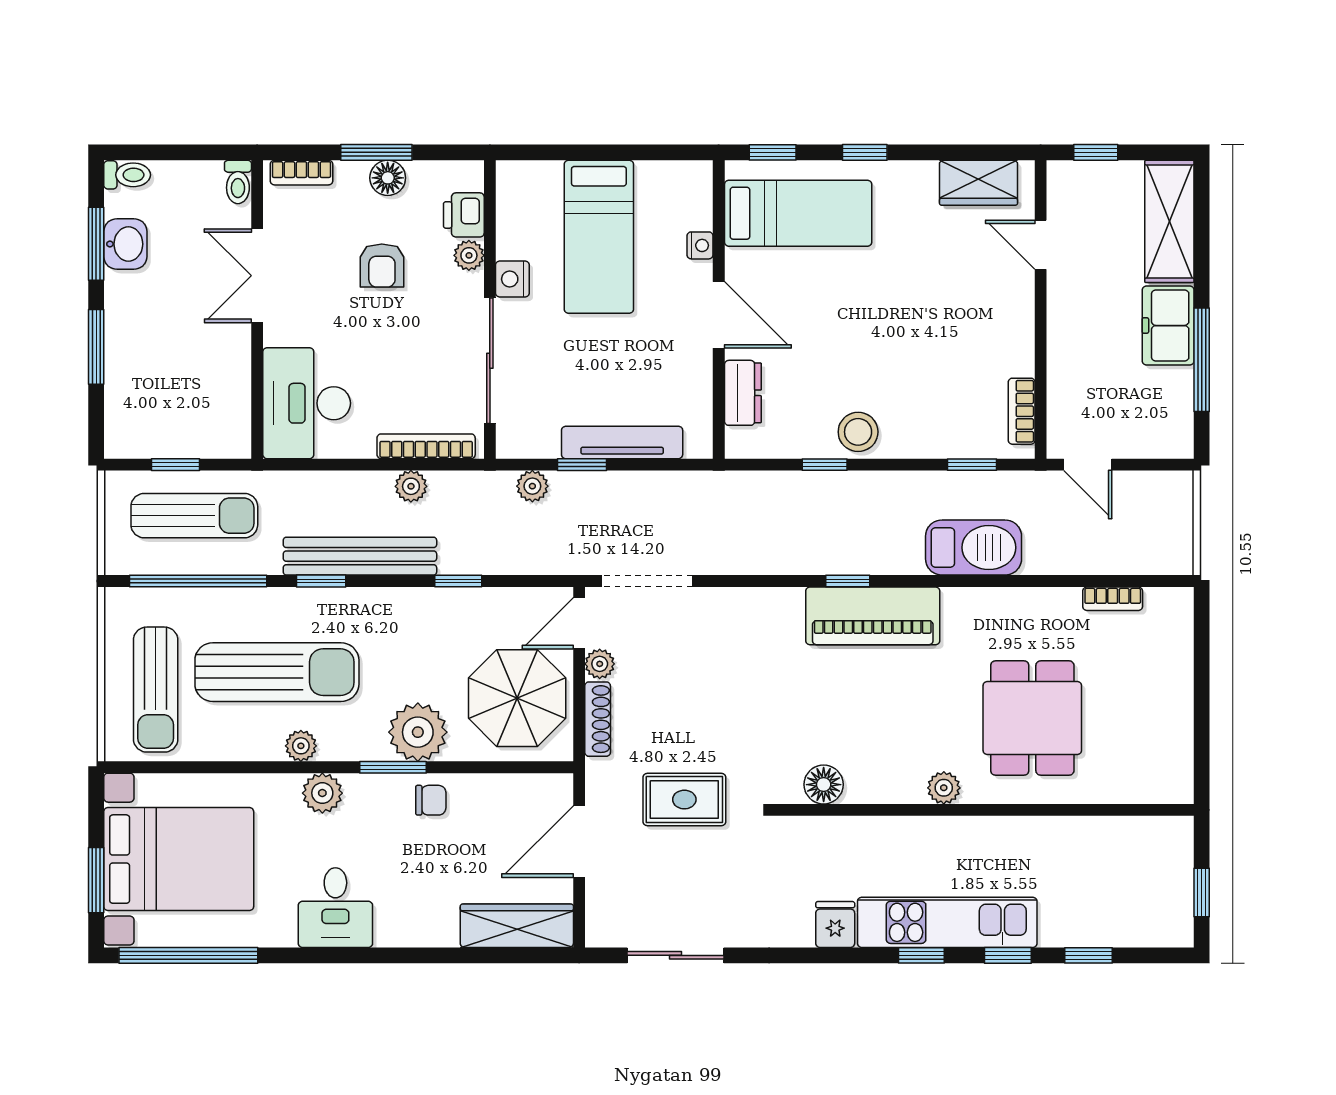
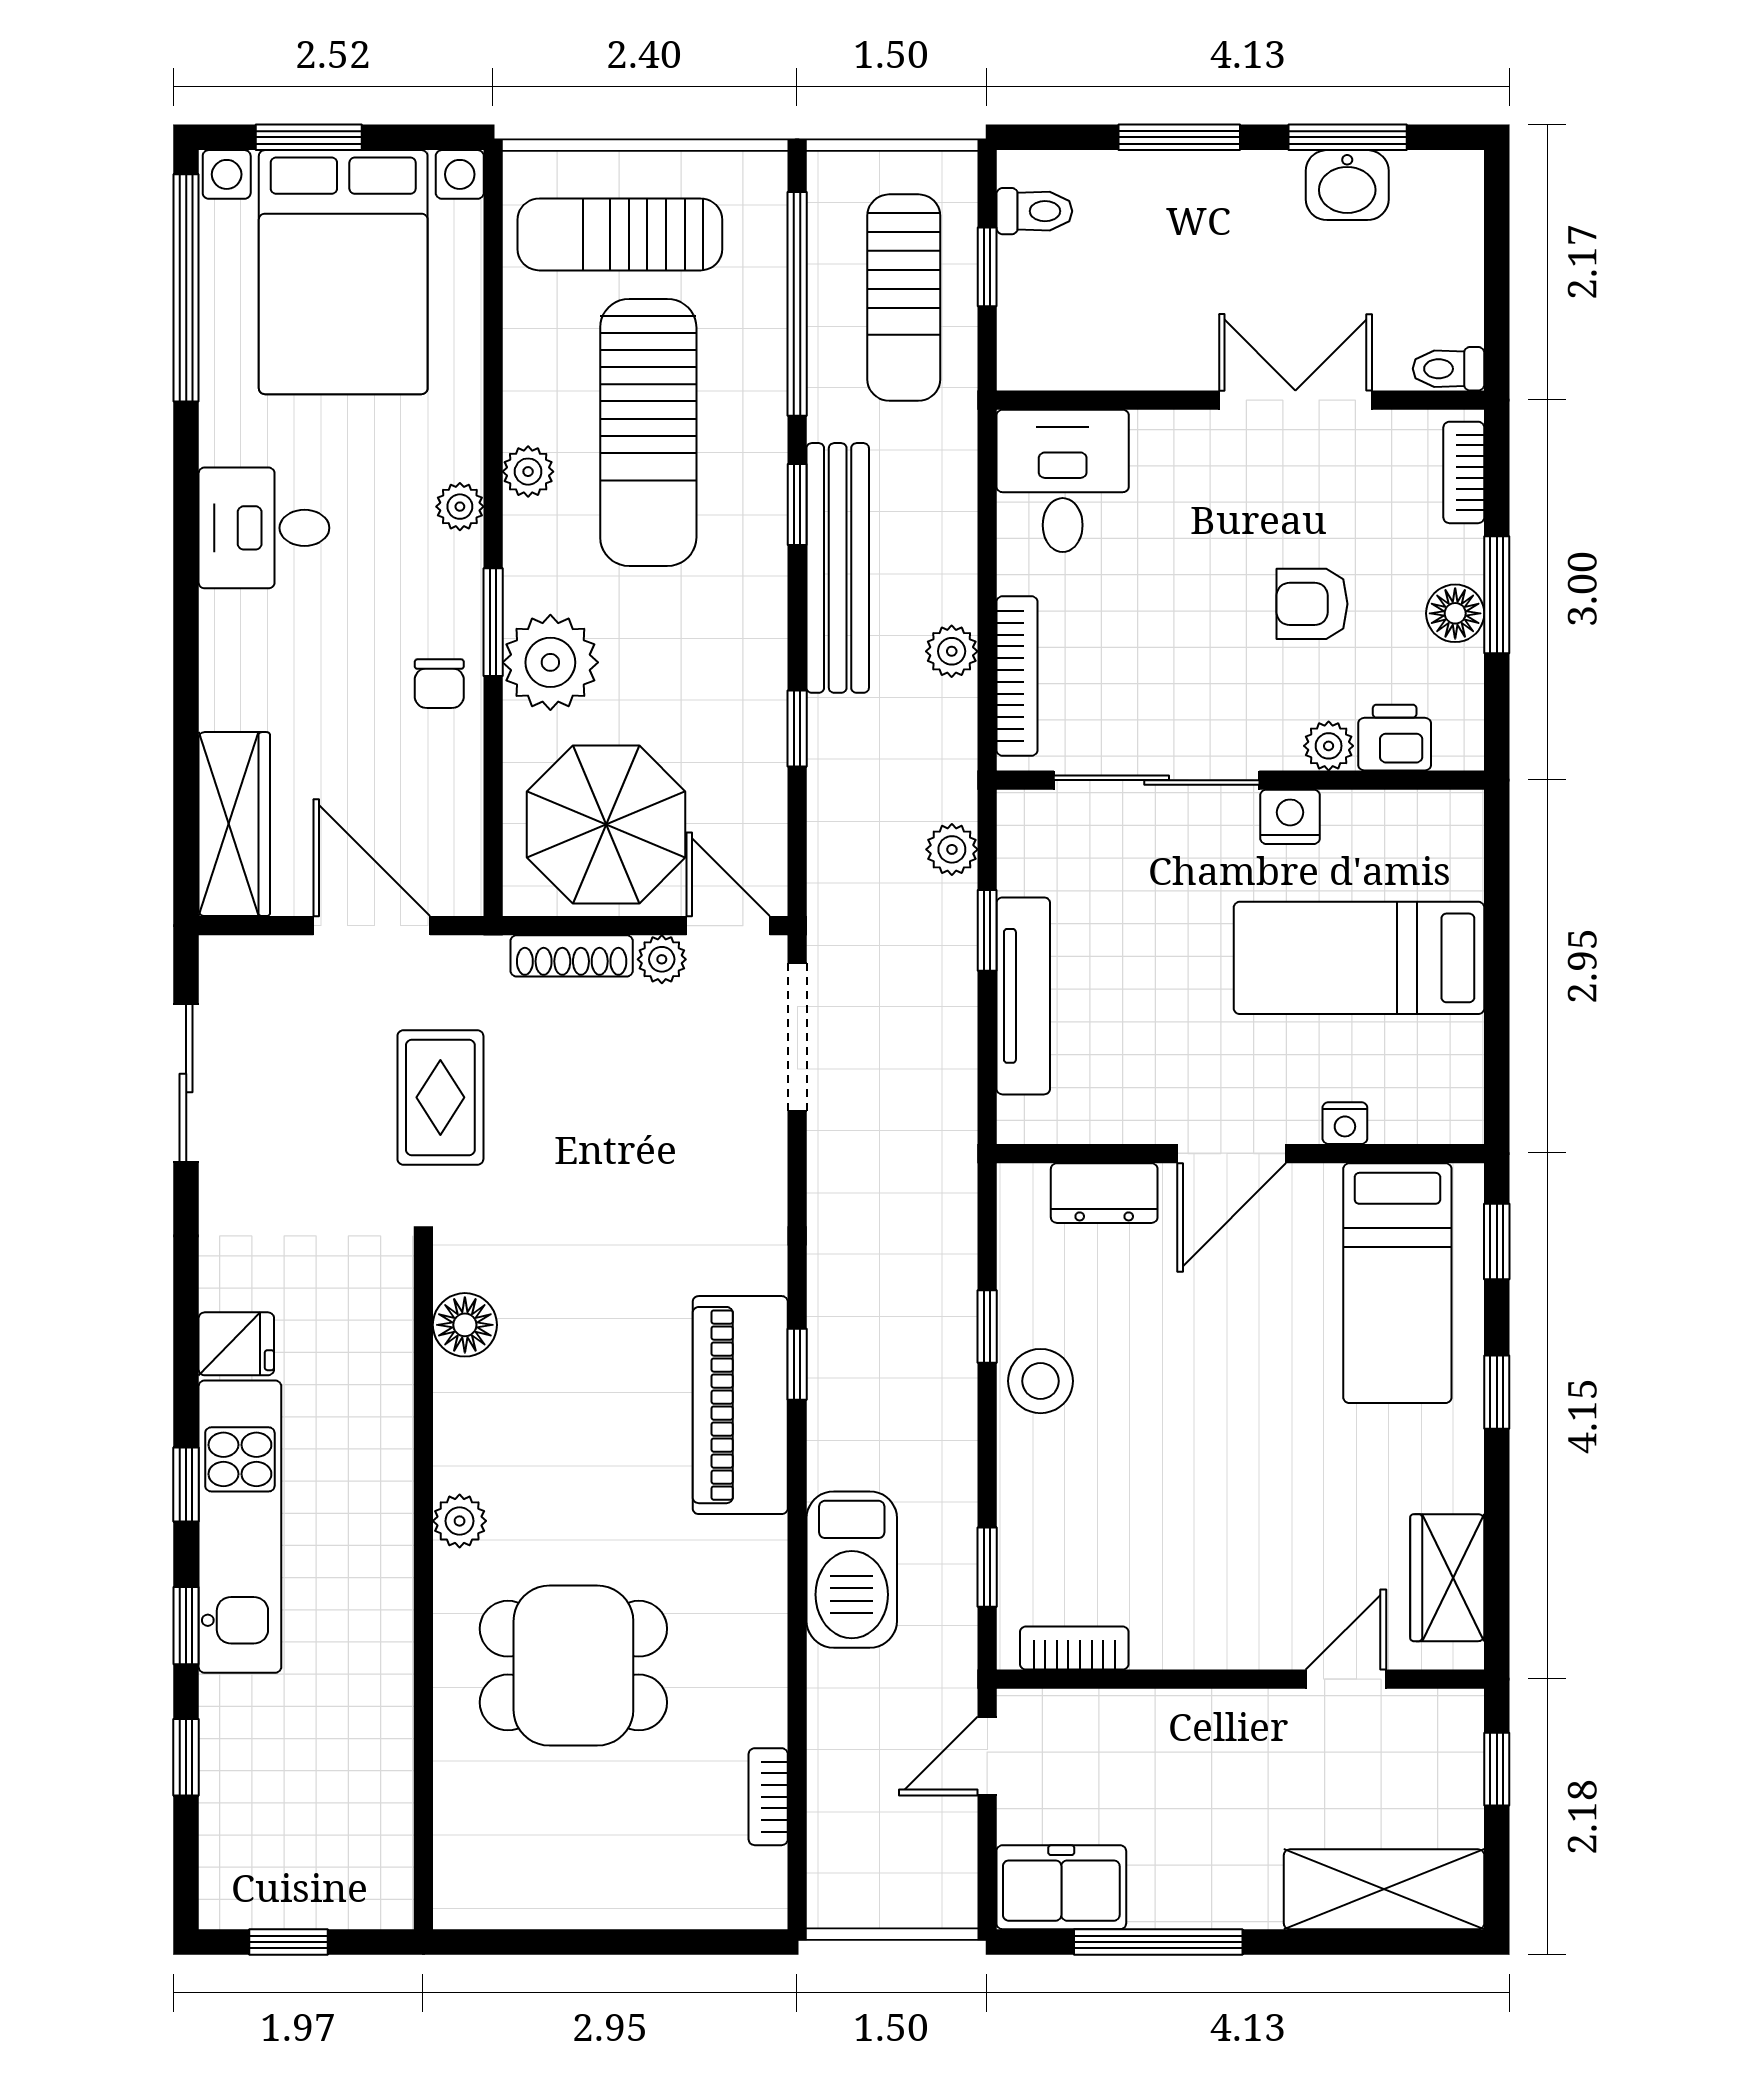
toilet: (127, 175) -> (1034, 211), moved, turned -90
freezer: (1168, 326) -> (1061, 1887), moved
desk: (307, 403) -> (1063, 481), width x0.73
plant: (322, 793) -> (460, 507), width x0.73, depth x0.73

